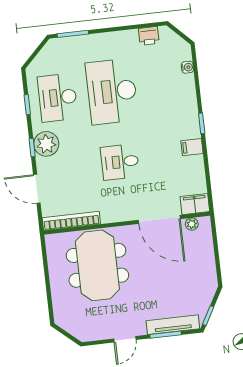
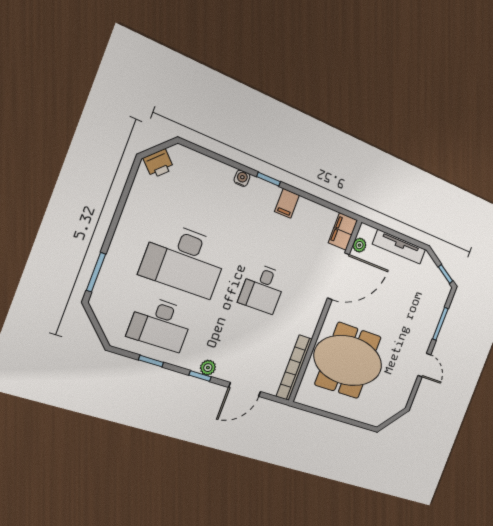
printer: (149, 36) -> (159, 163), moved, turned 45
water cooler: (187, 67) -> (242, 178), moved
plant: (46, 144) -> (208, 368), width x0.53, depth x0.53
tv unit: (173, 325) -> (399, 247), moved, turned -90

